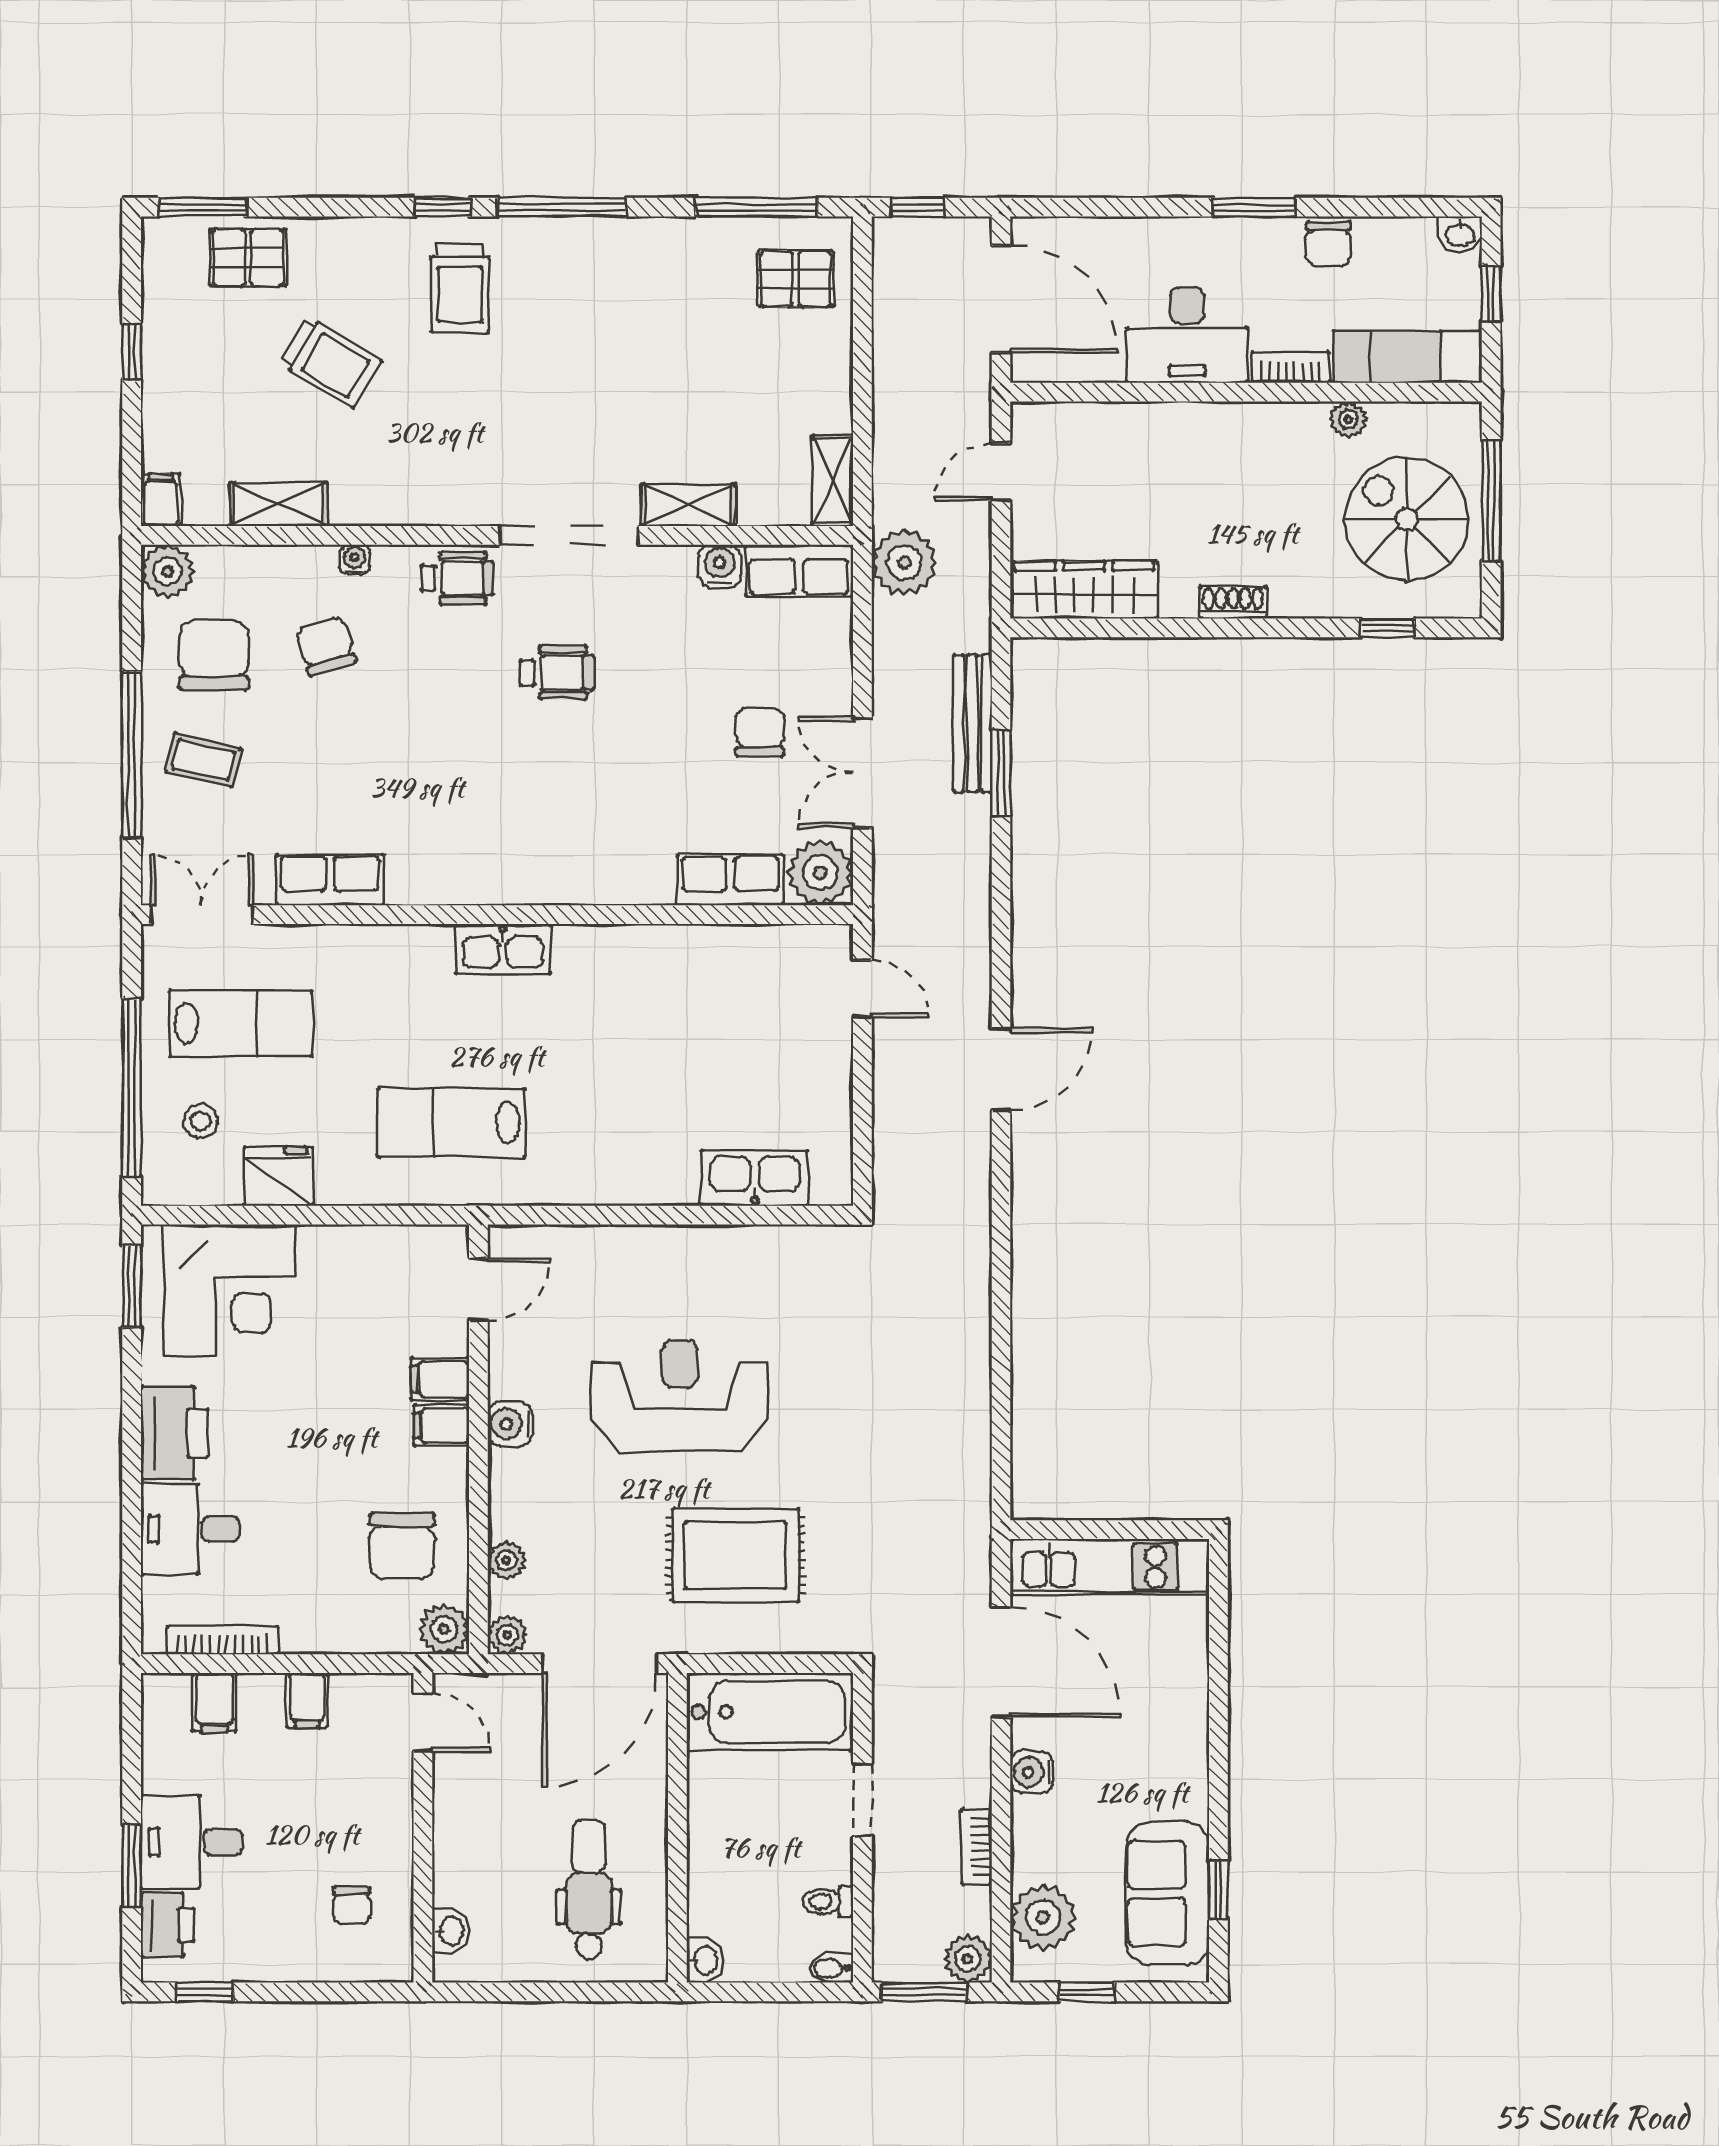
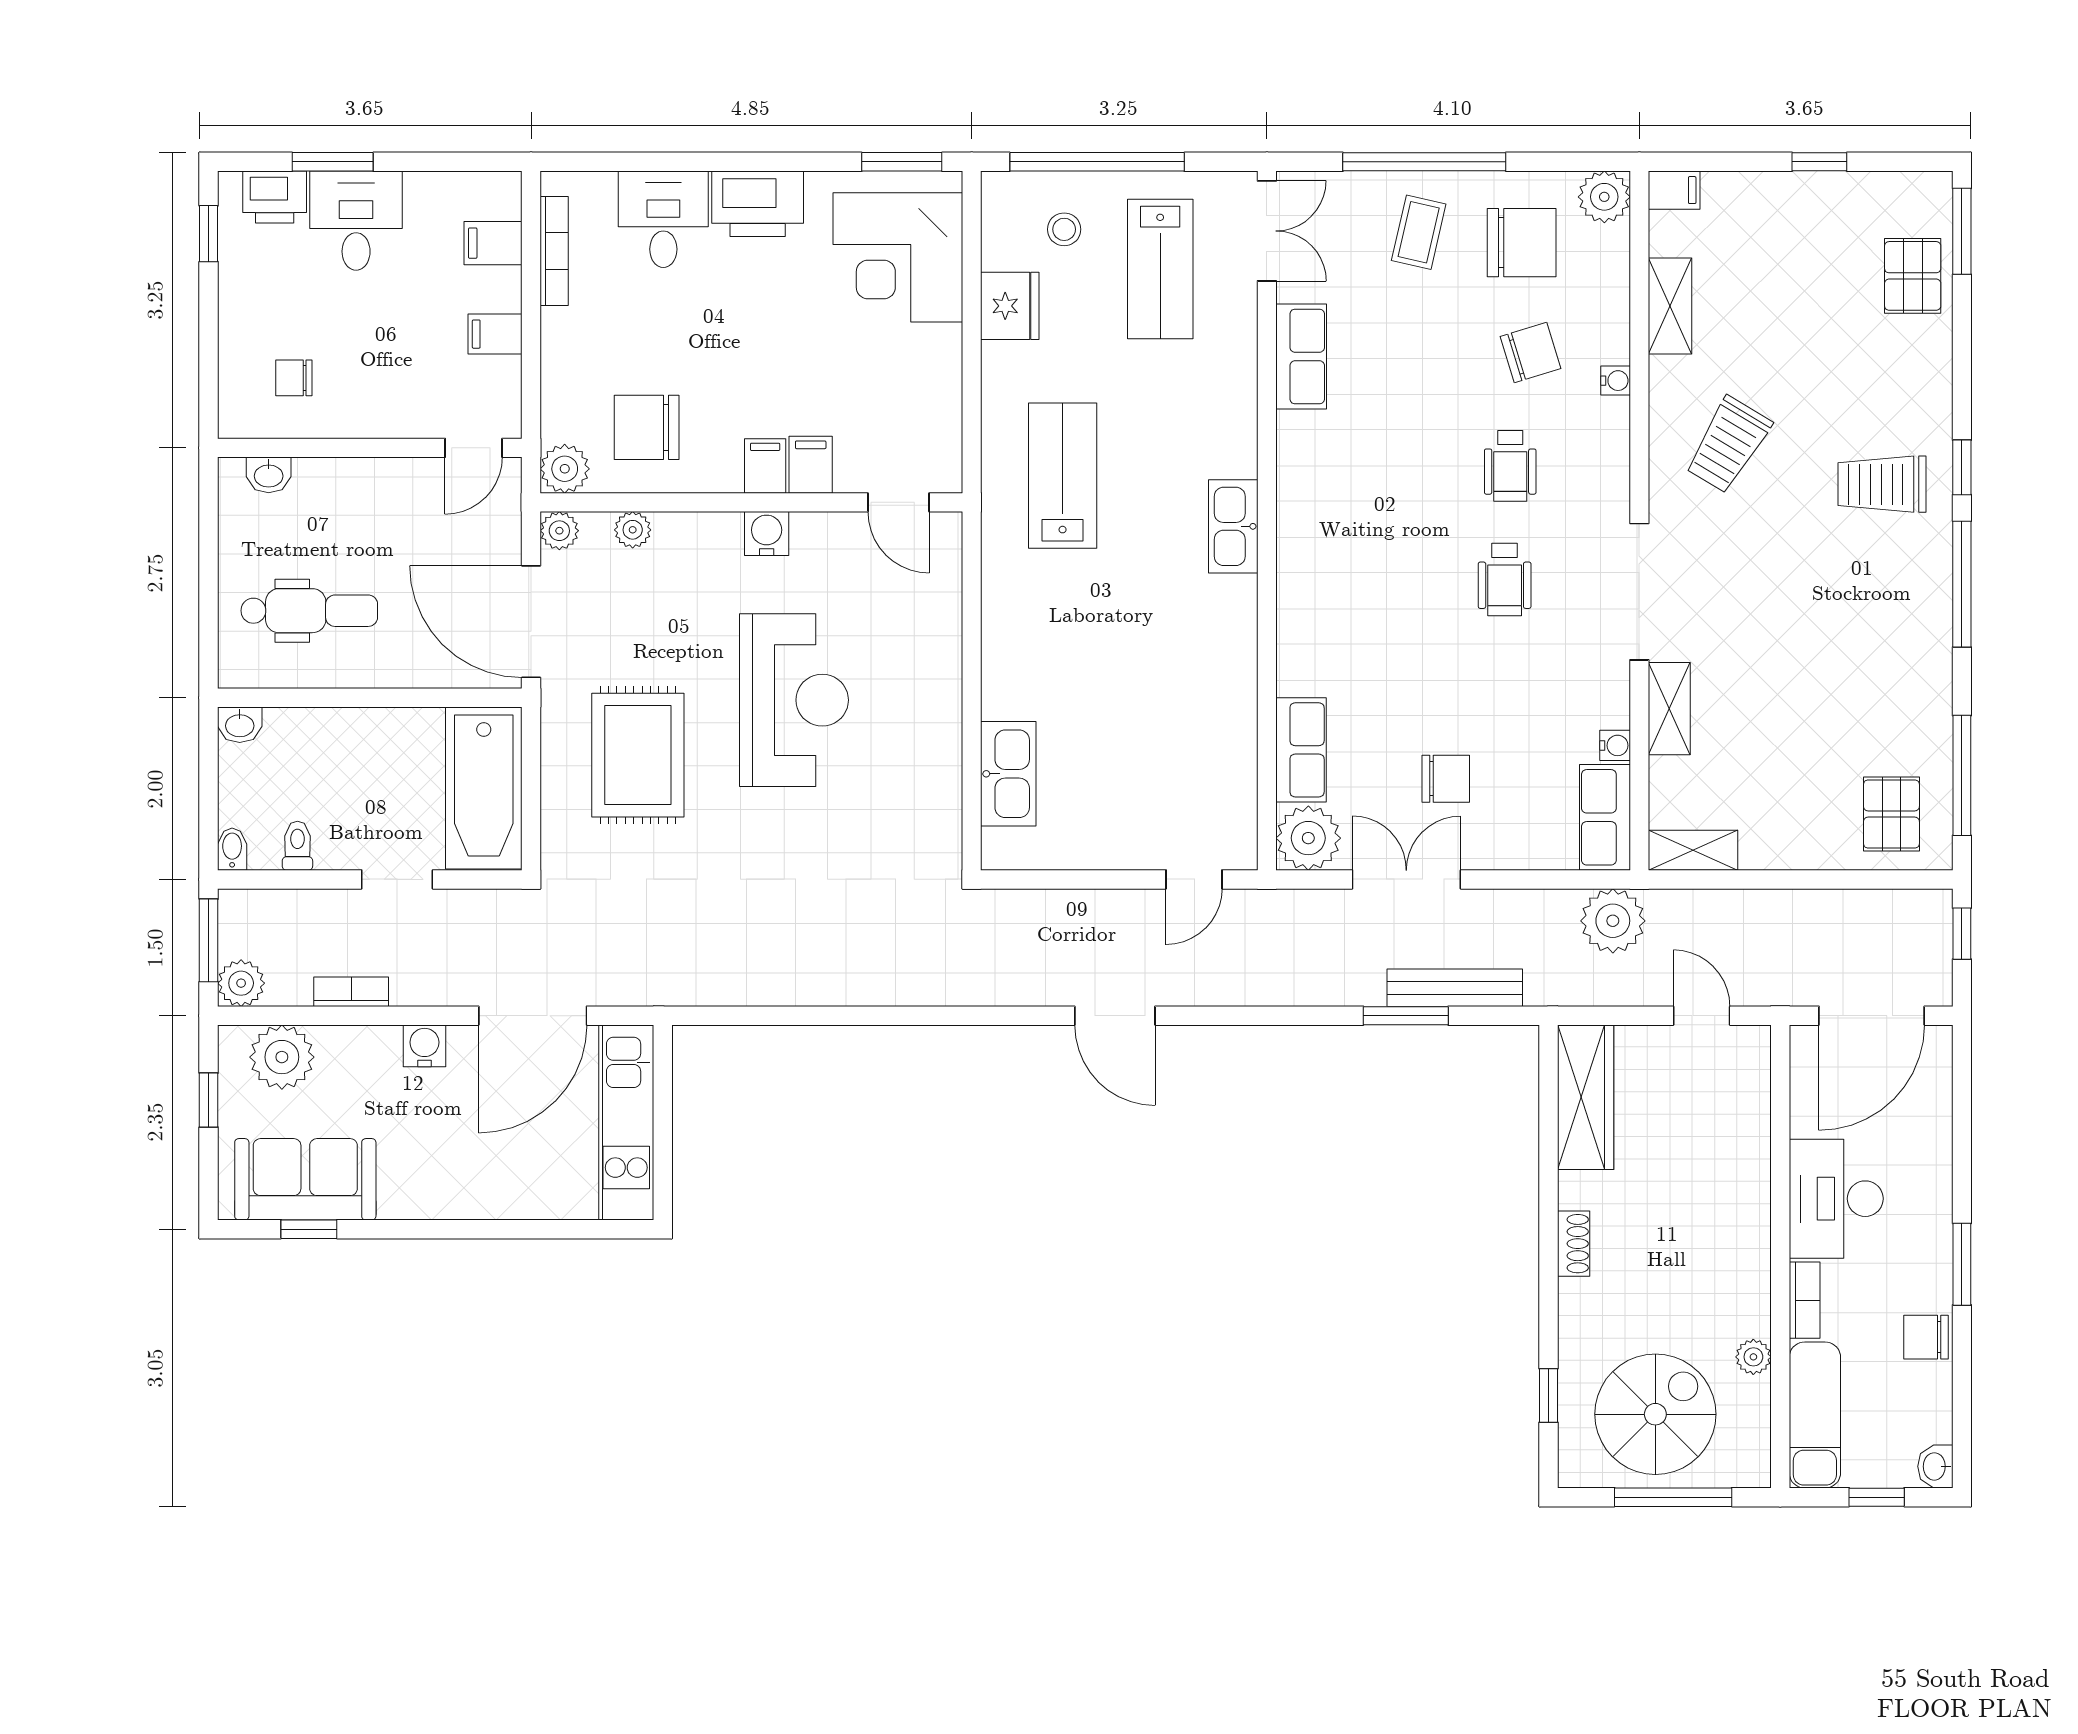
trolley: (330, 362) -> (1728, 445), moved
water cooler: (720, 566) -> (1615, 745), width x0.72, depth x0.72
wheelchair: (457, 578) -> (1510, 466), moved

